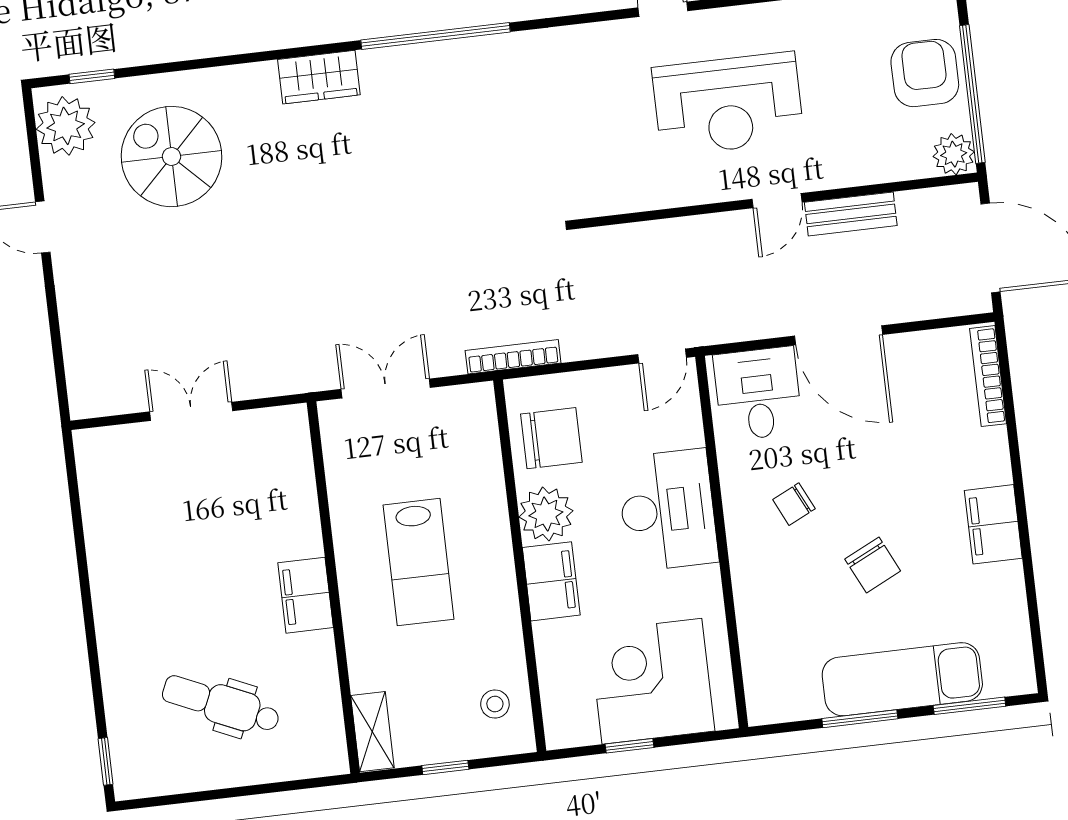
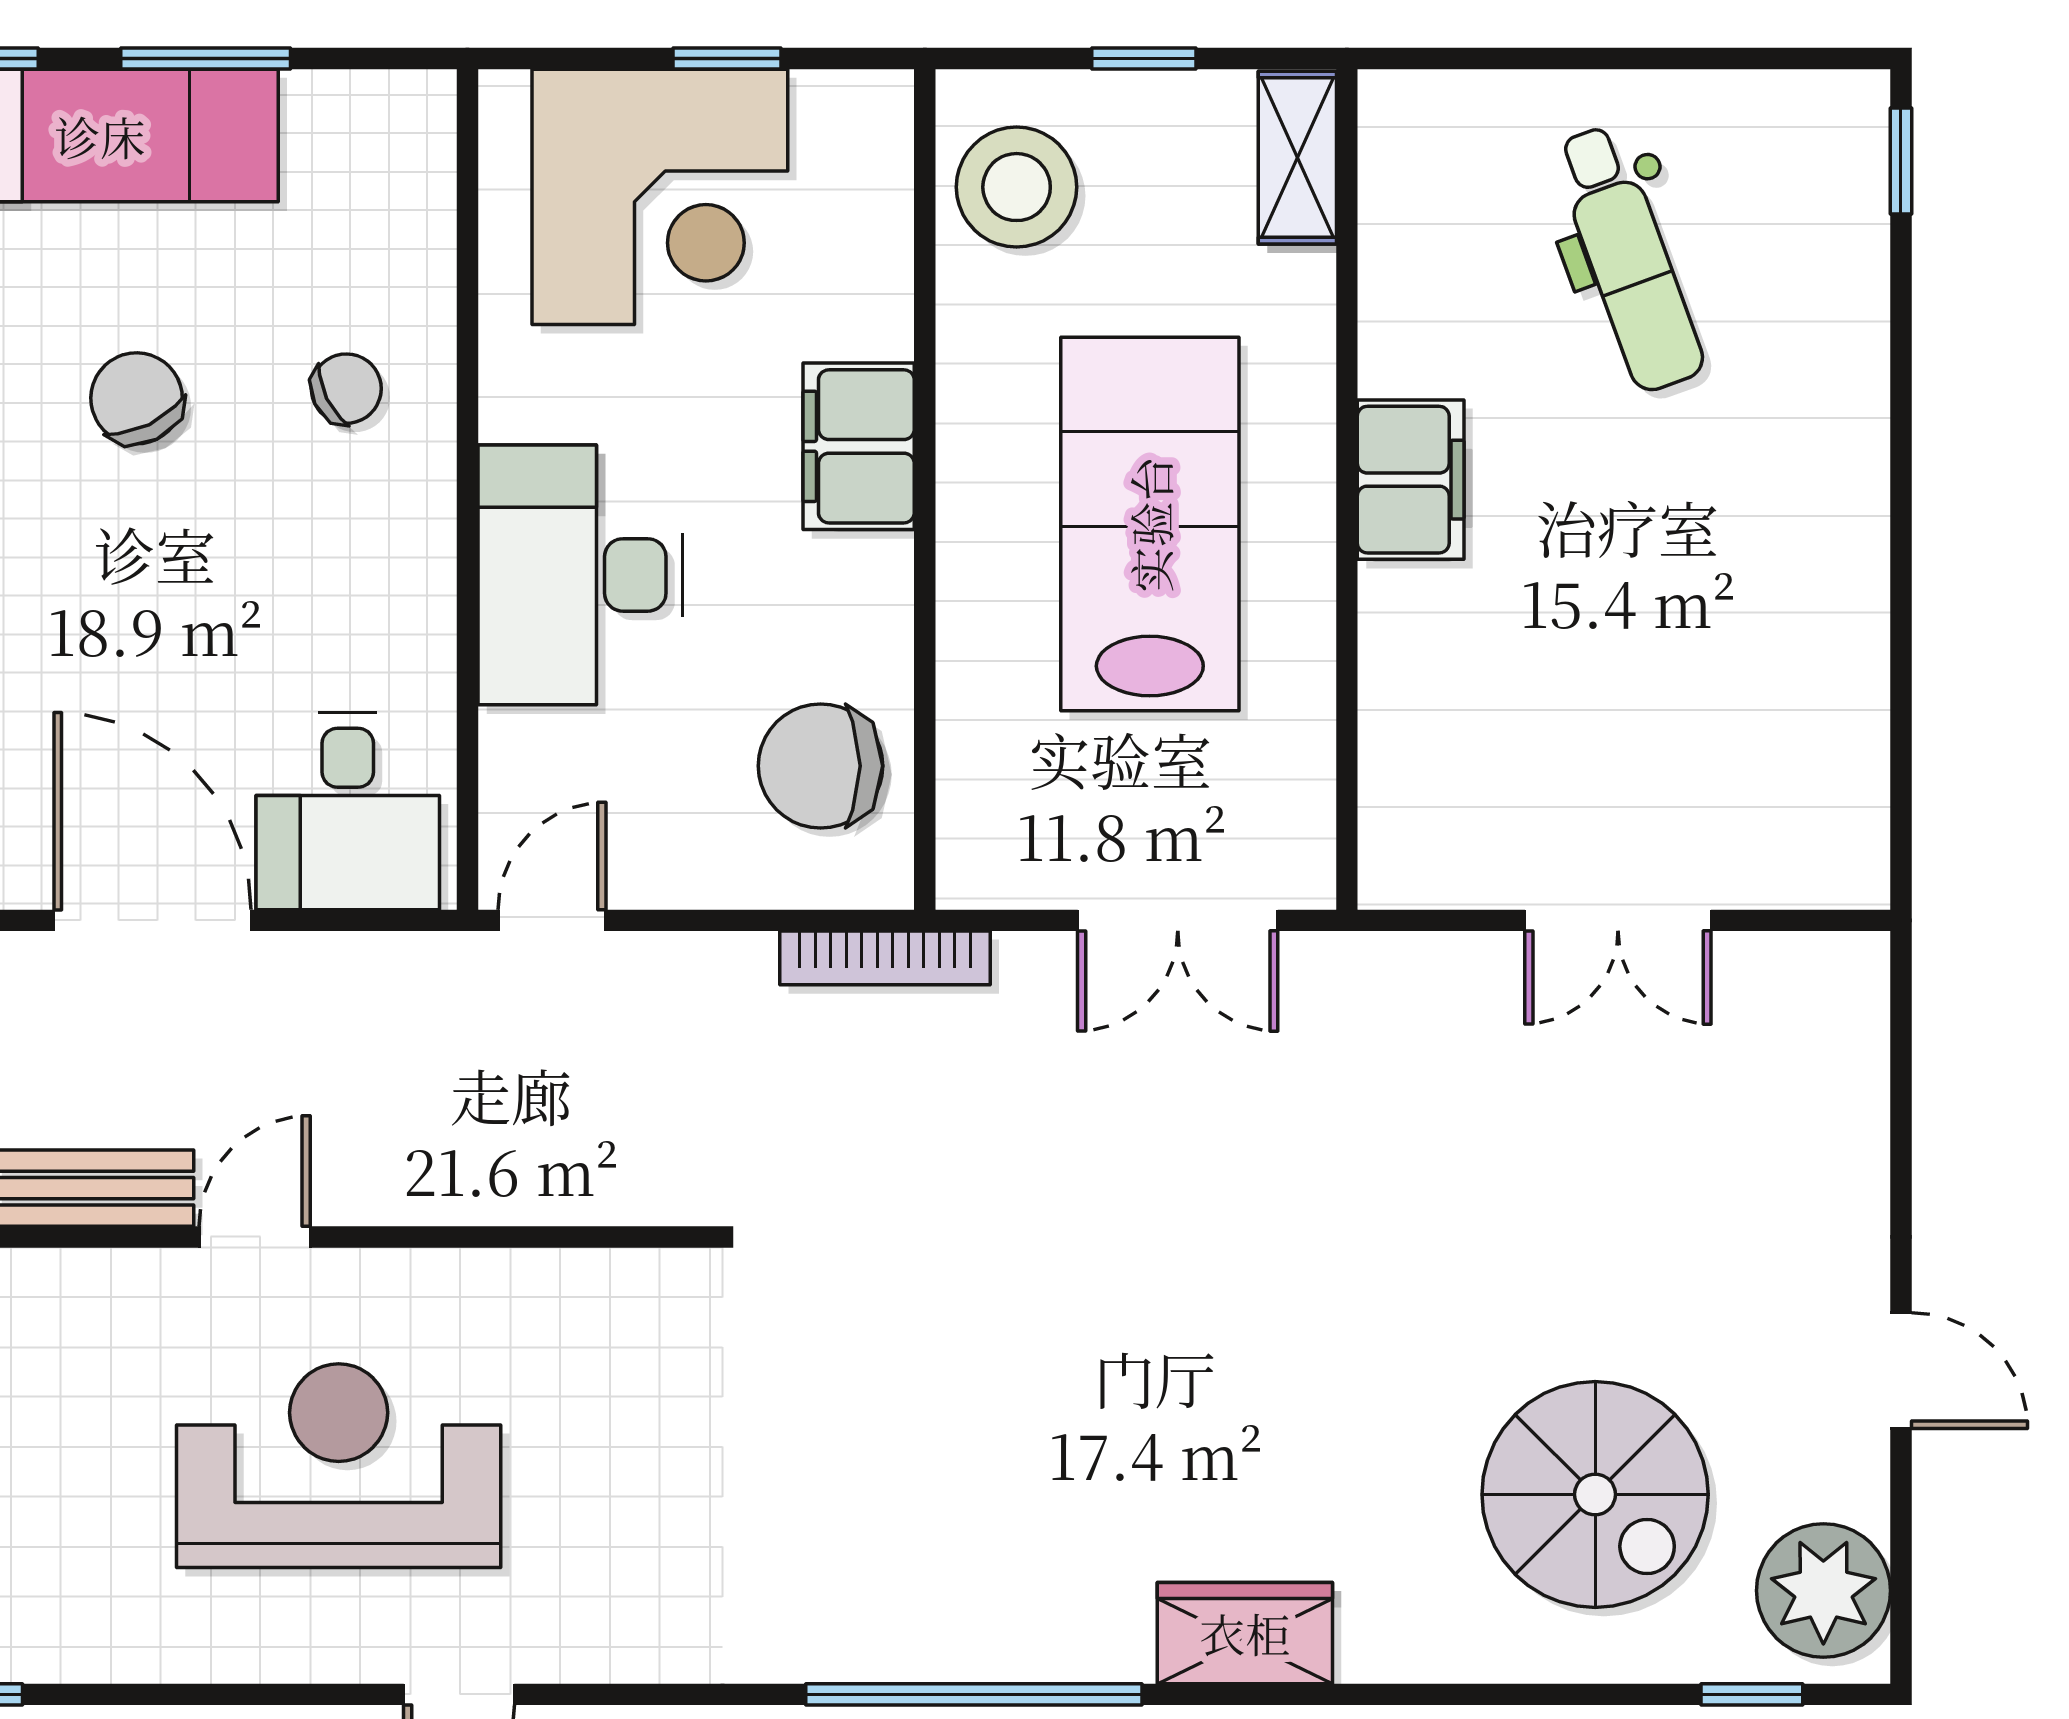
chair: (794, 504) -> (346, 389), moved
plant: (546, 514) -> (853, 598), removed
lab bench: (419, 562) -> (1150, 524), width x1.36, depth x1.39
dental chair: (221, 704) -> (1628, 258), turned 46
stool: (495, 704) -> (1017, 187), width x1.89, depth x1.89

